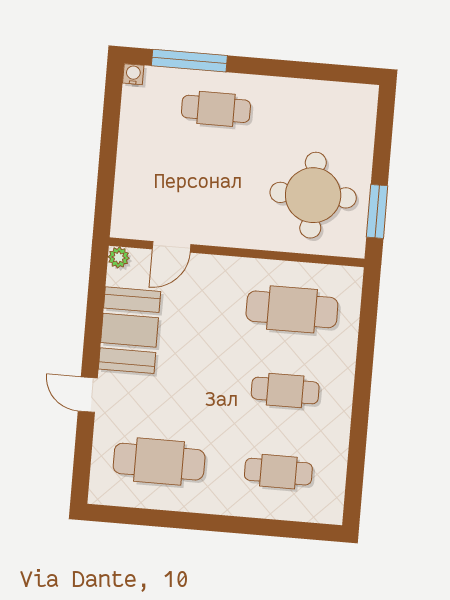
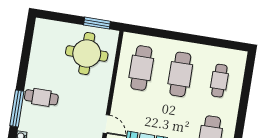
cafe table: (216, 109) -> (41, 97), turned 90
cafe table: (285, 390) -> (180, 74), width x1.37, depth x1.35

